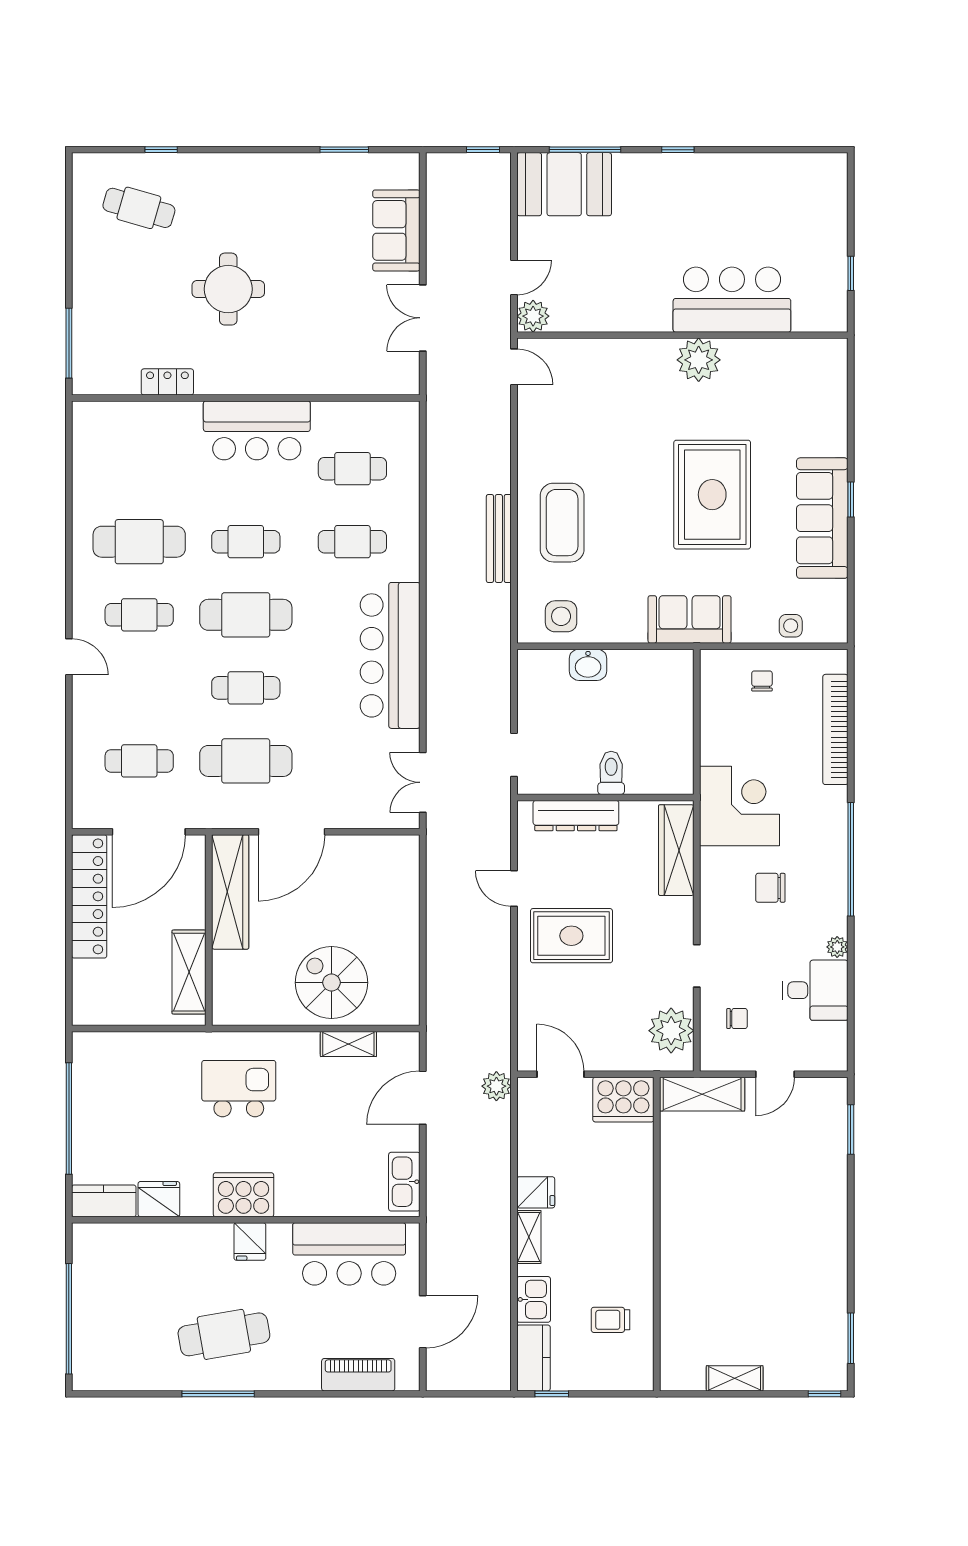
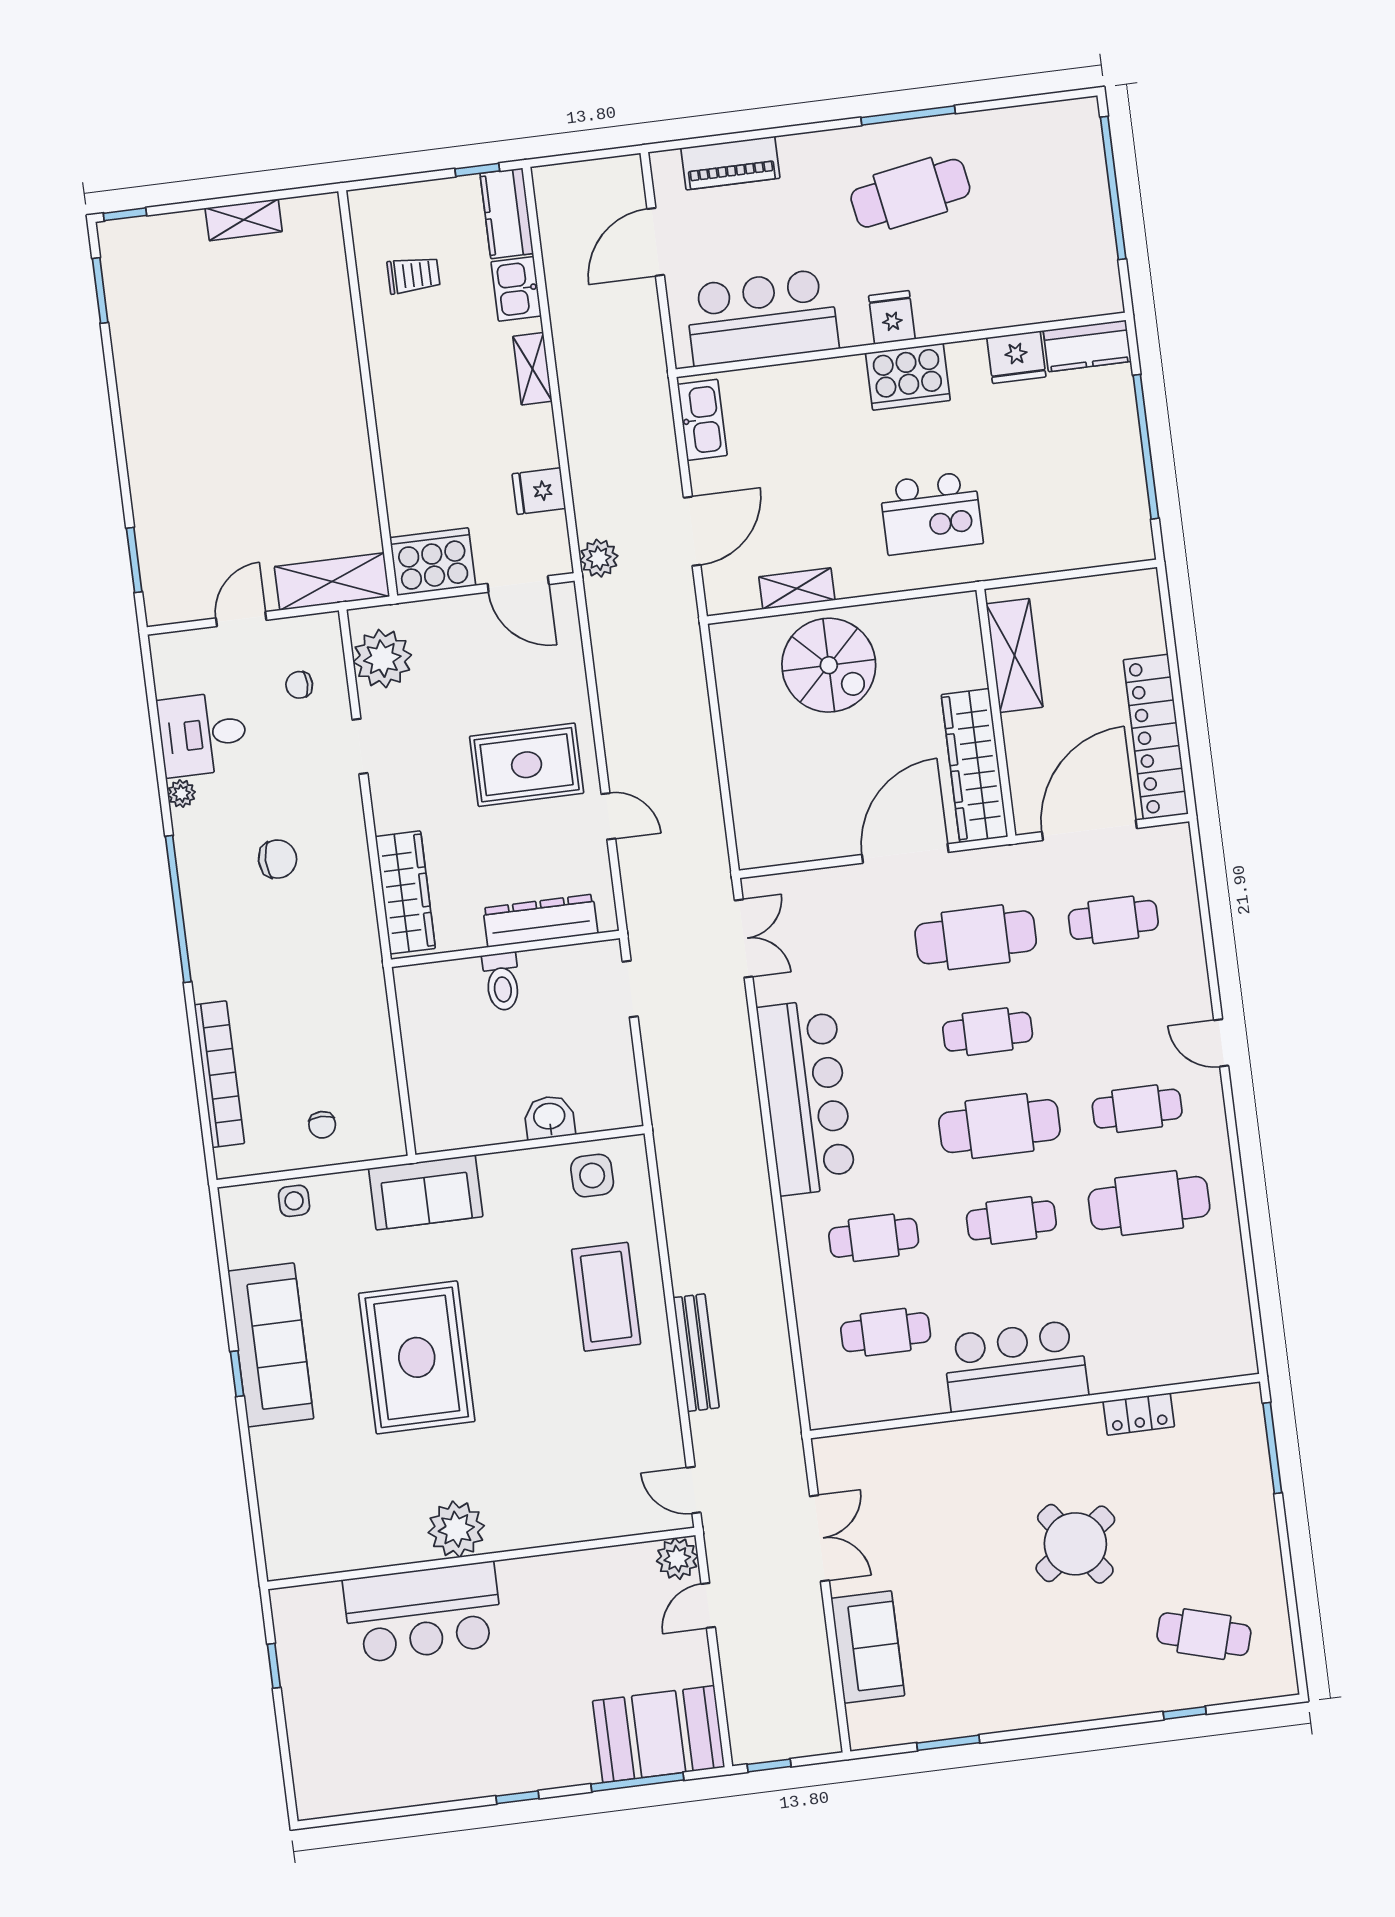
round table: (228, 289) -> (1075, 1544), turned -36
bench: (499, 538) -> (696, 1353), moved
corner desk: (739, 806) -> (331, 960), removed
fridge: (536, 1192) -> (539, 491), moved

